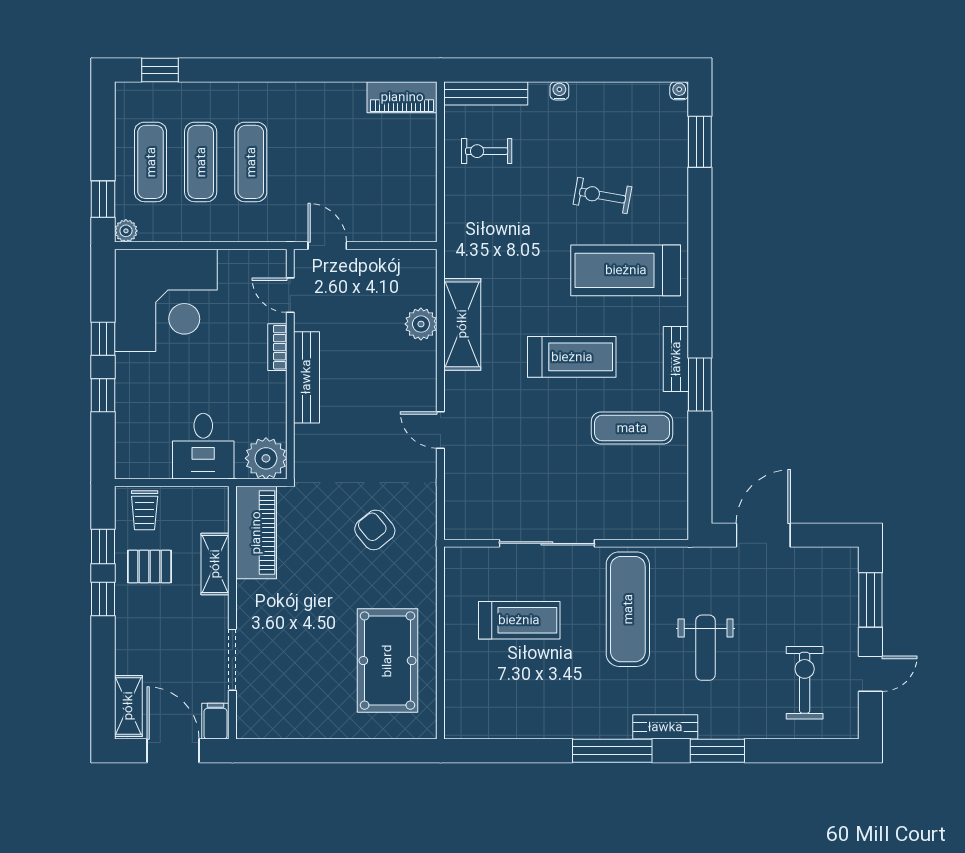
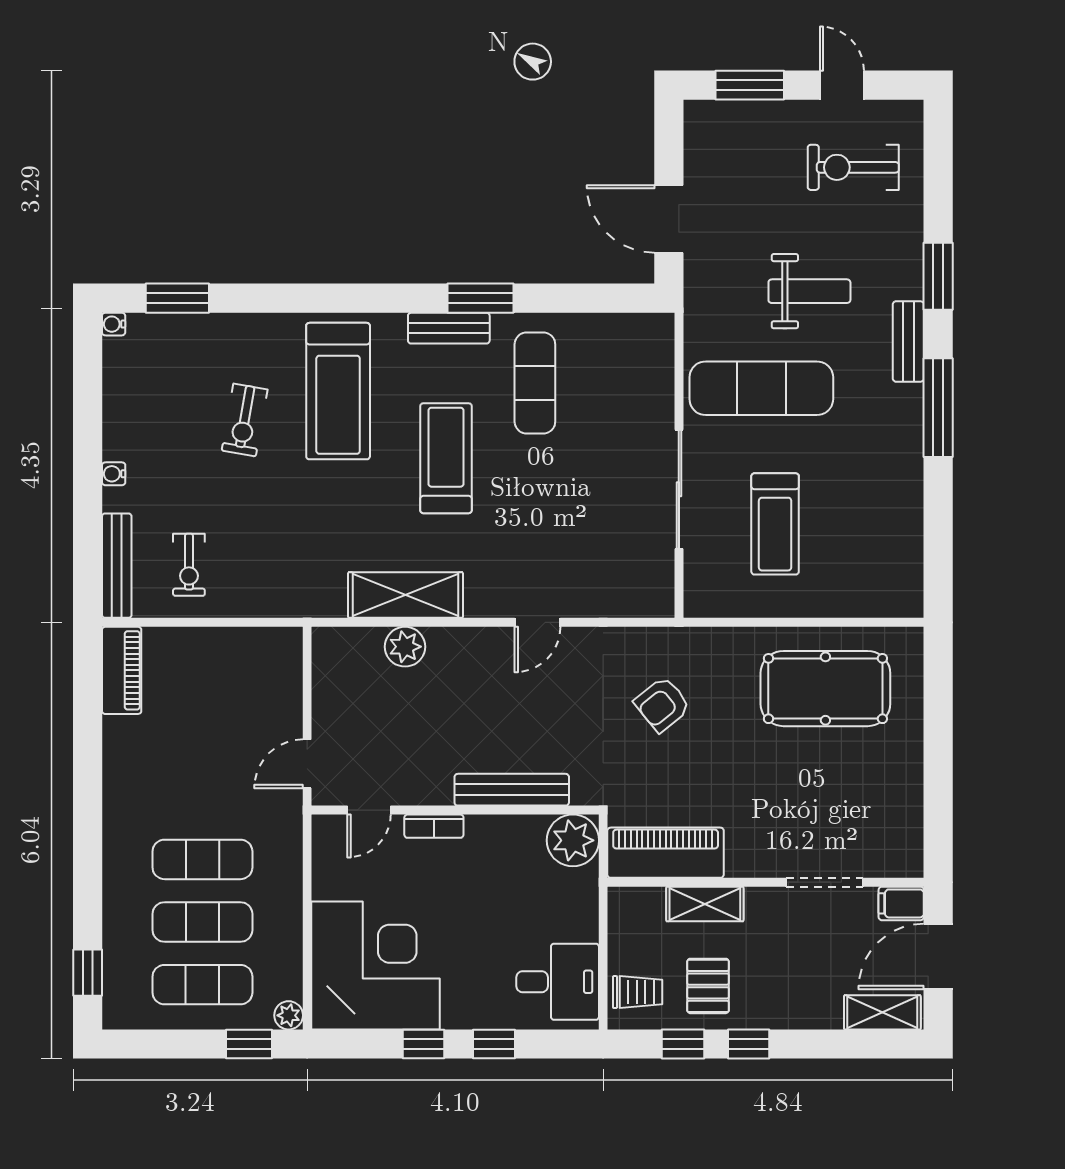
bench: (306, 377) -> (512, 790), moved
desk: (203, 446) -> (558, 982), moved
treadmill: (519, 620) -> (775, 524), turned 180

